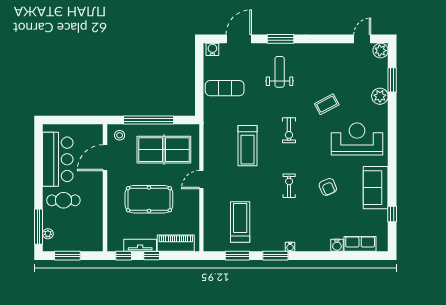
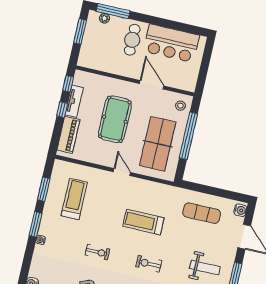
exercise mat: (225, 88) -> (202, 213), turned 90
door: (105, 158) -> (152, 85), moved
treadmill: (240, 222) -> (74, 199), turned -90

